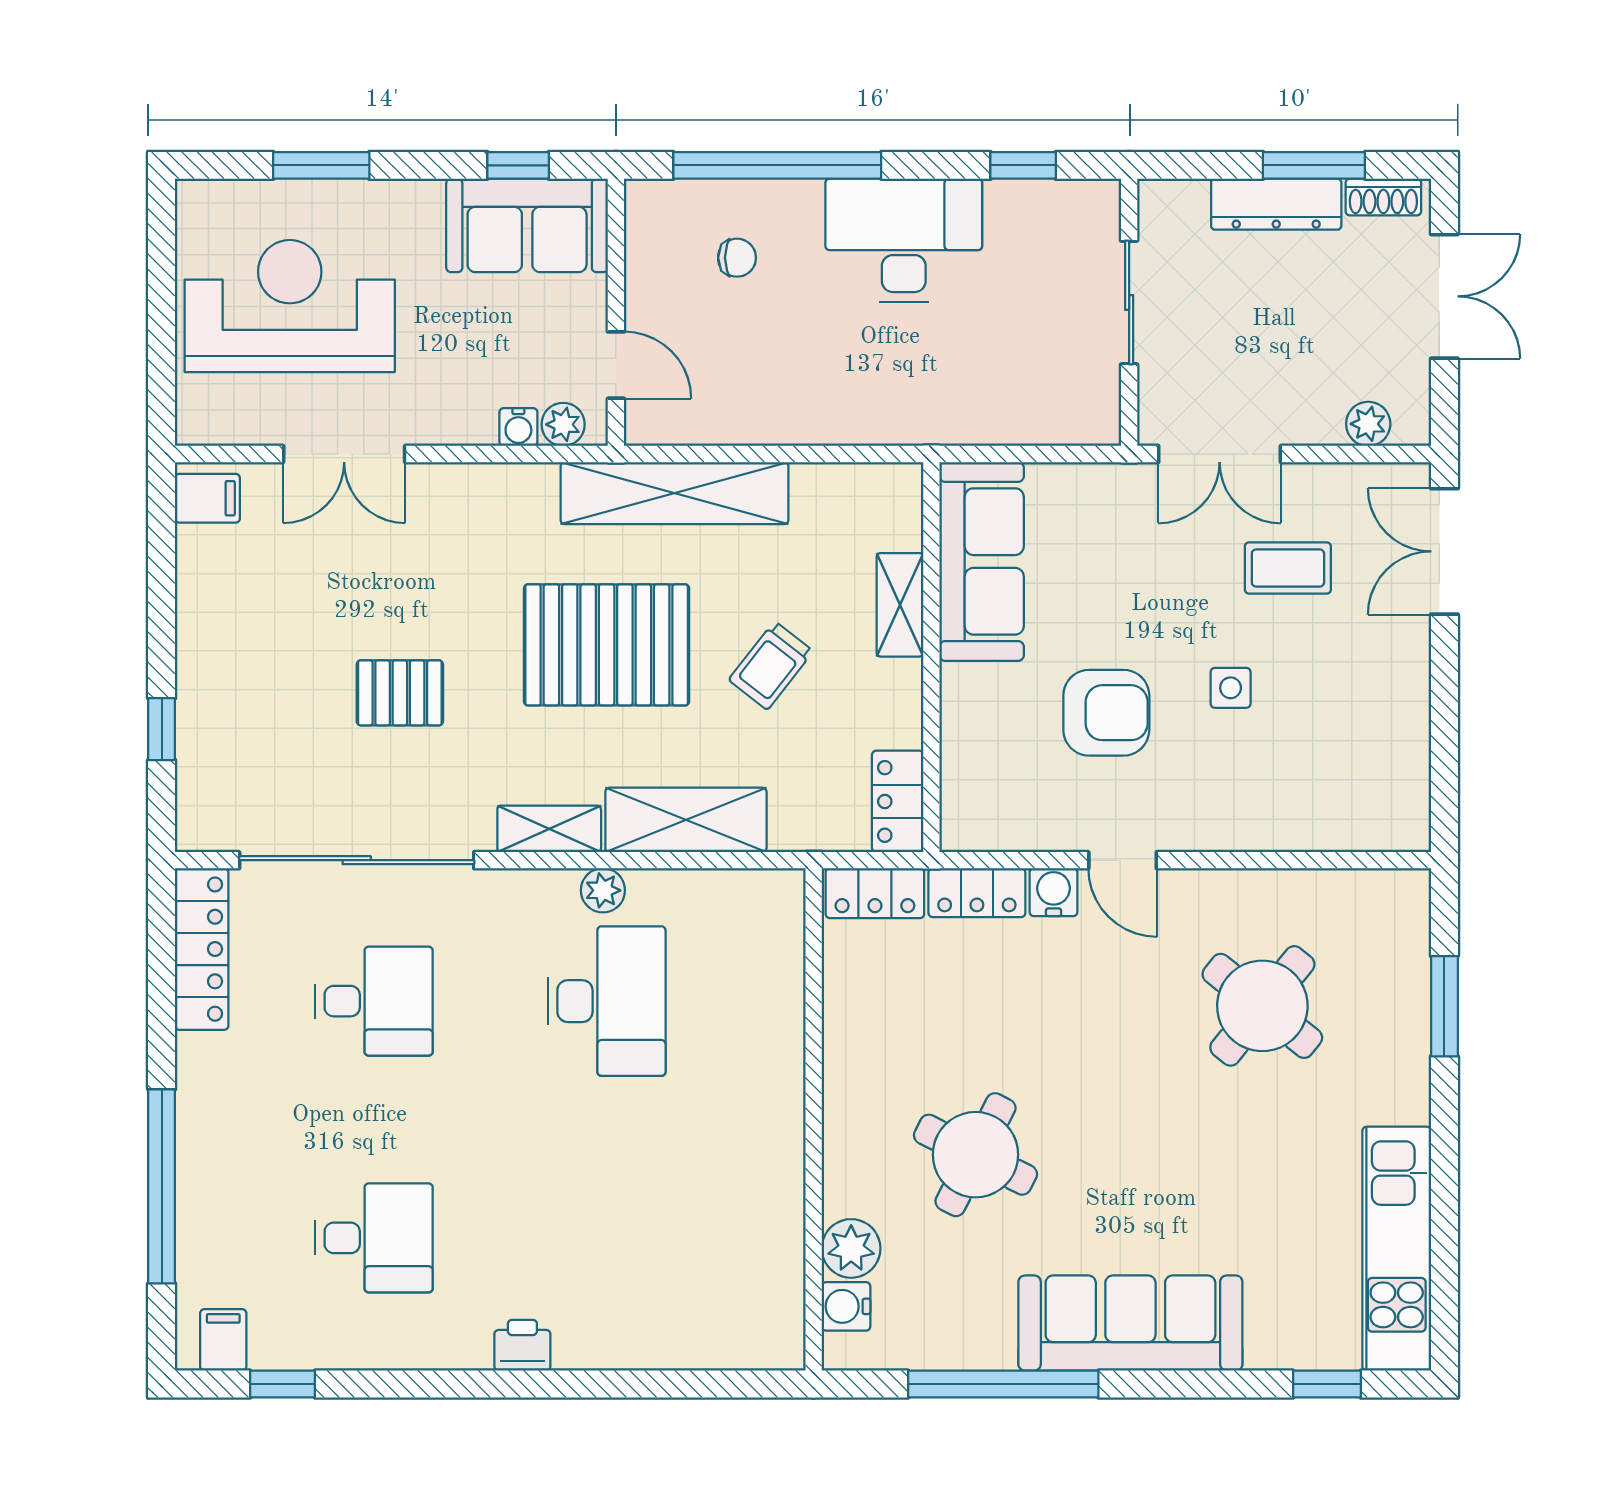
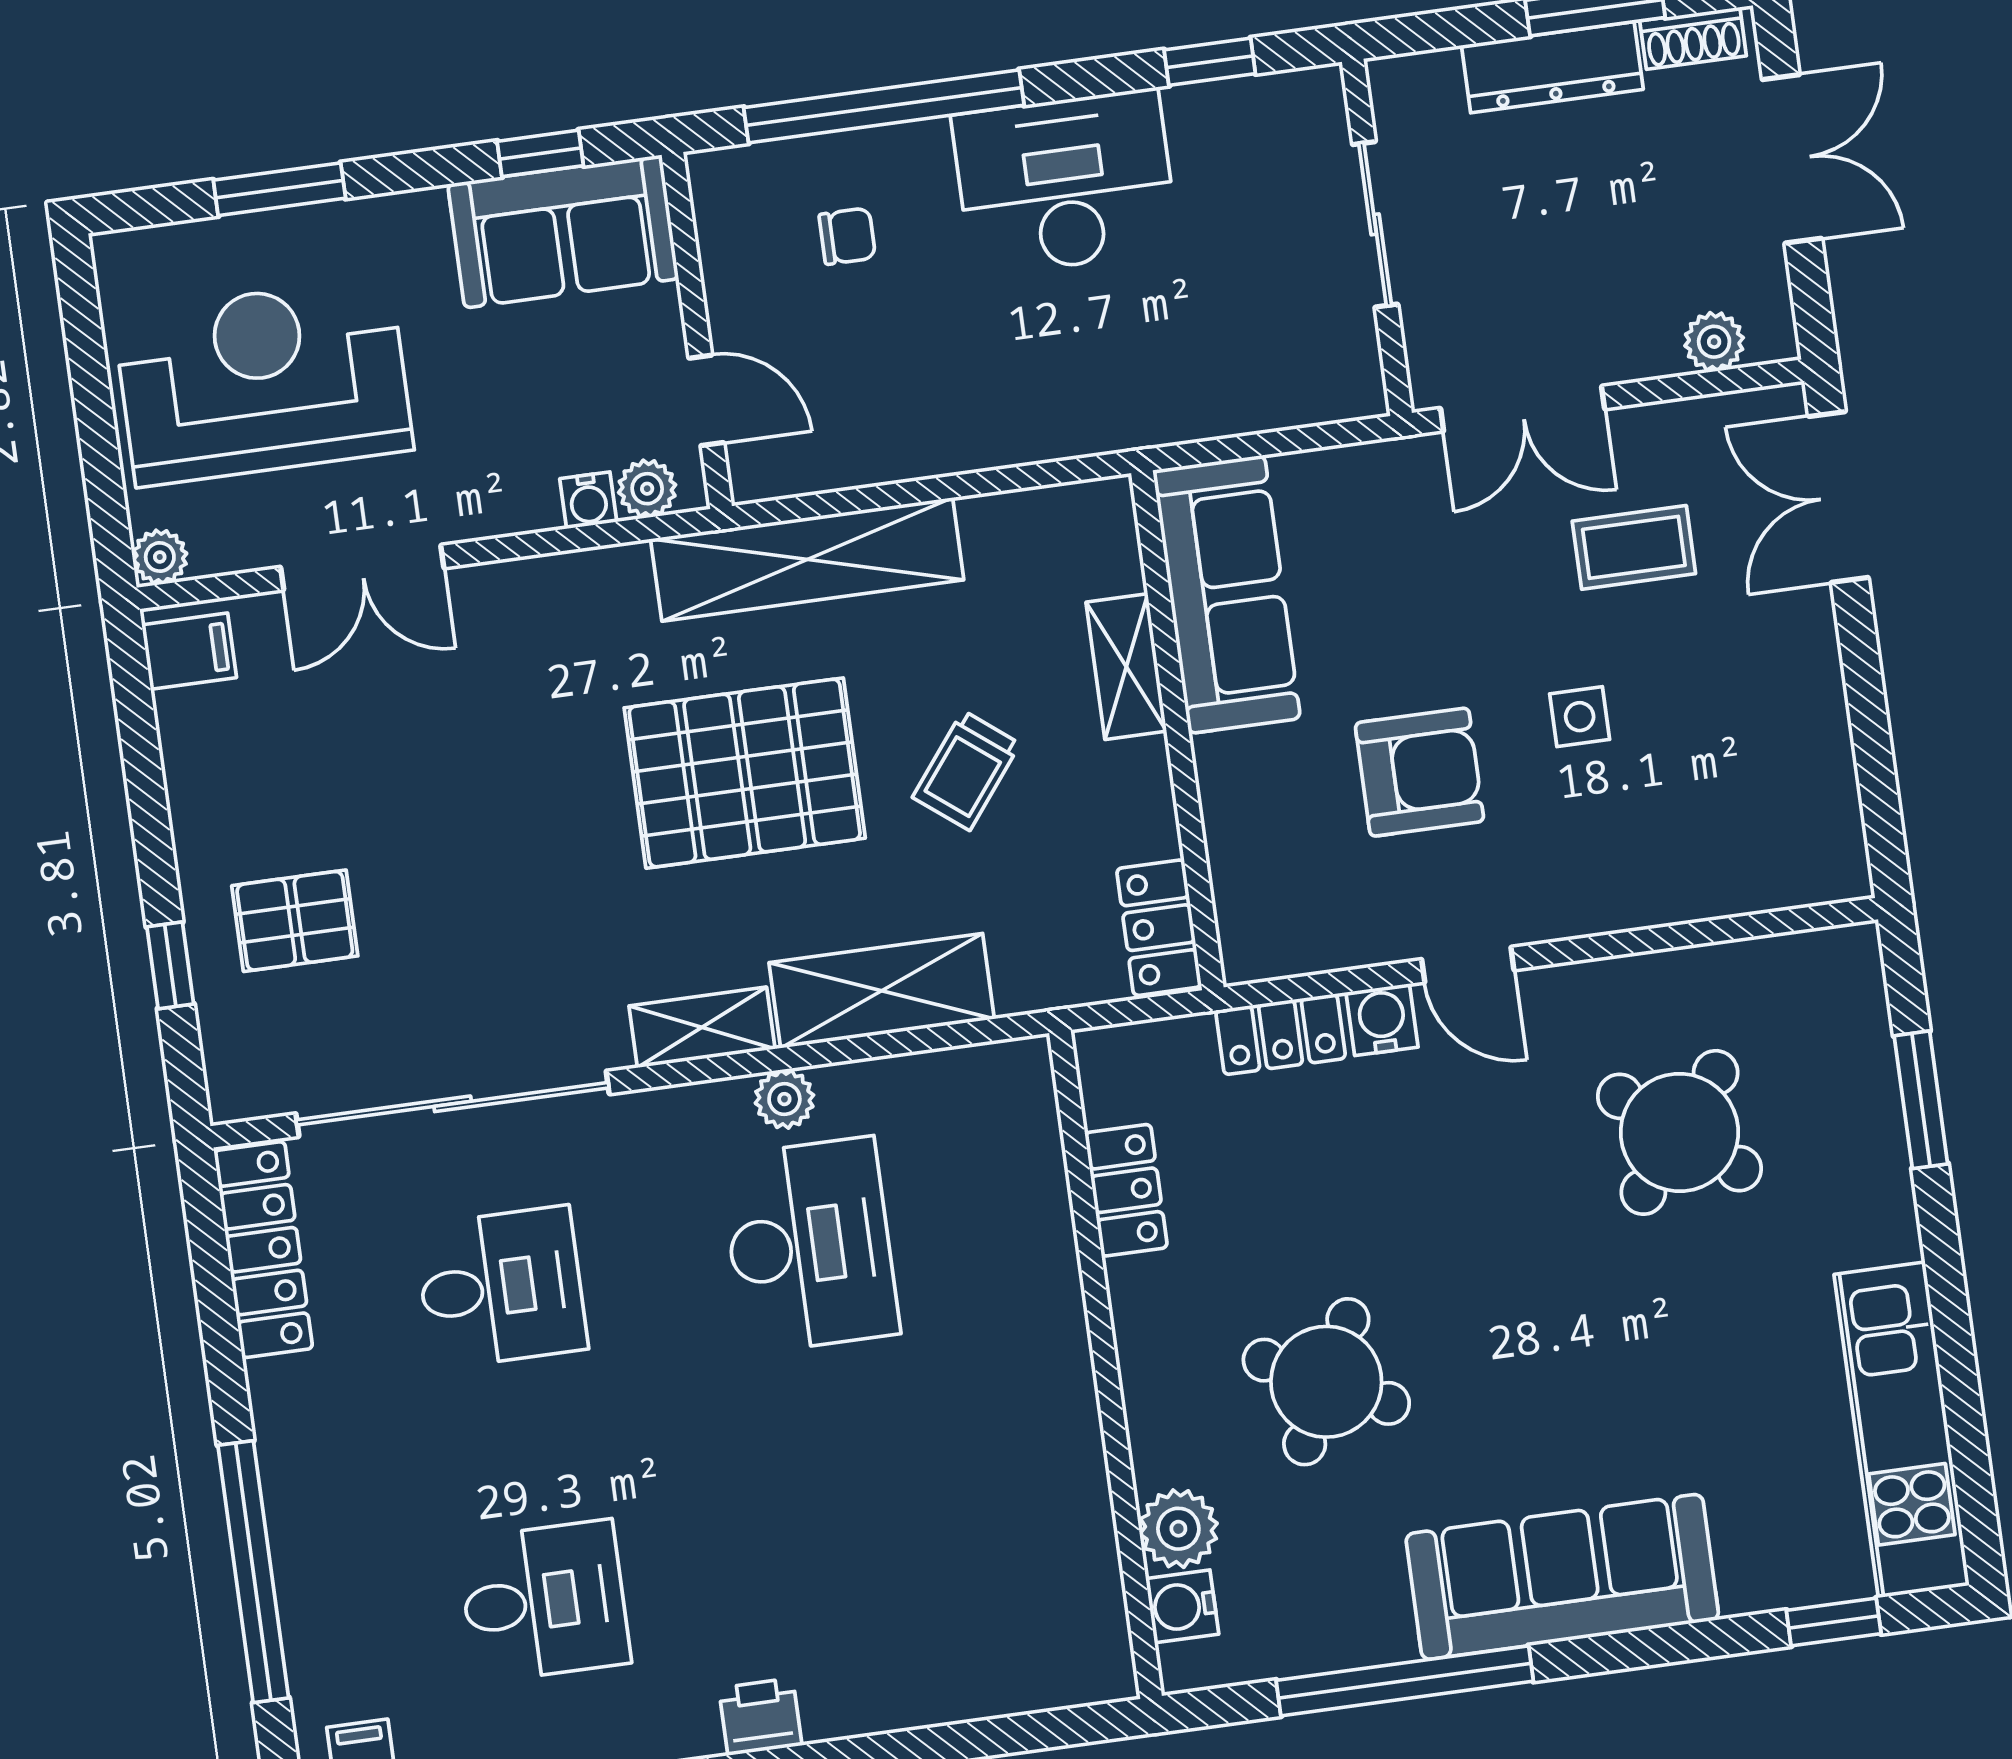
plant: (195, 426) -> (160, 557), added
pallet: (400, 693) -> (295, 921), moved
locker: (875, 893) -> (1126, 1190), moved, turned -90

